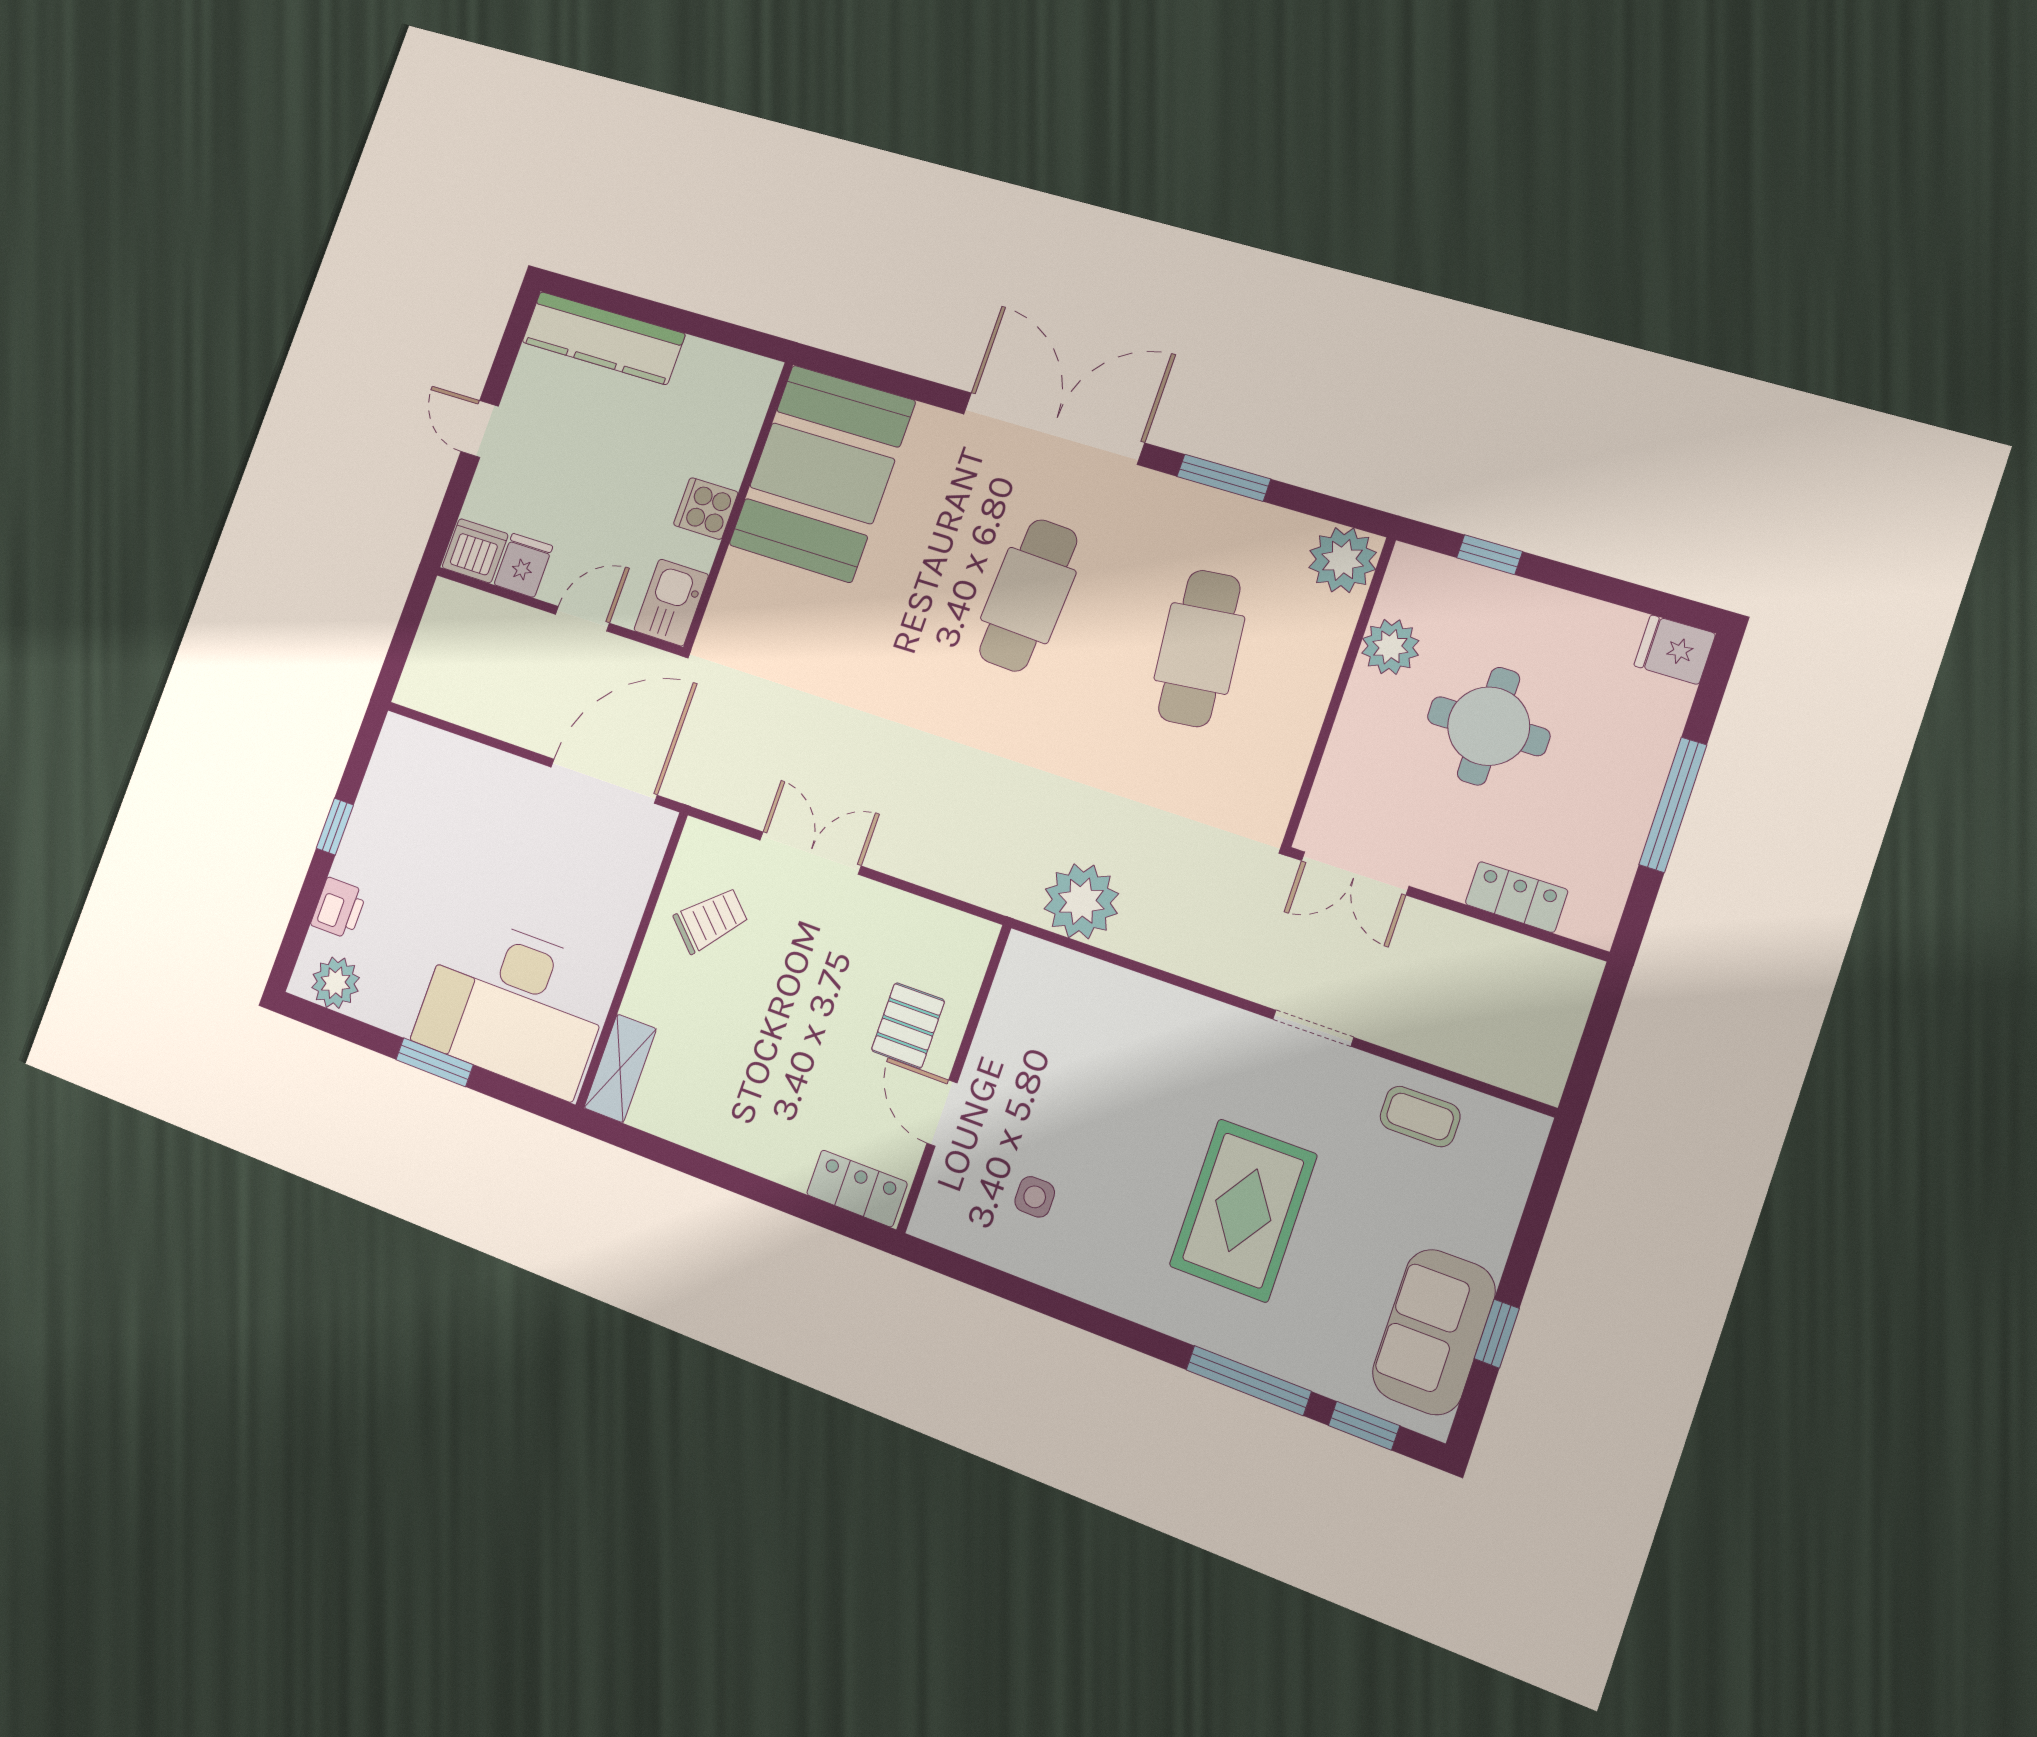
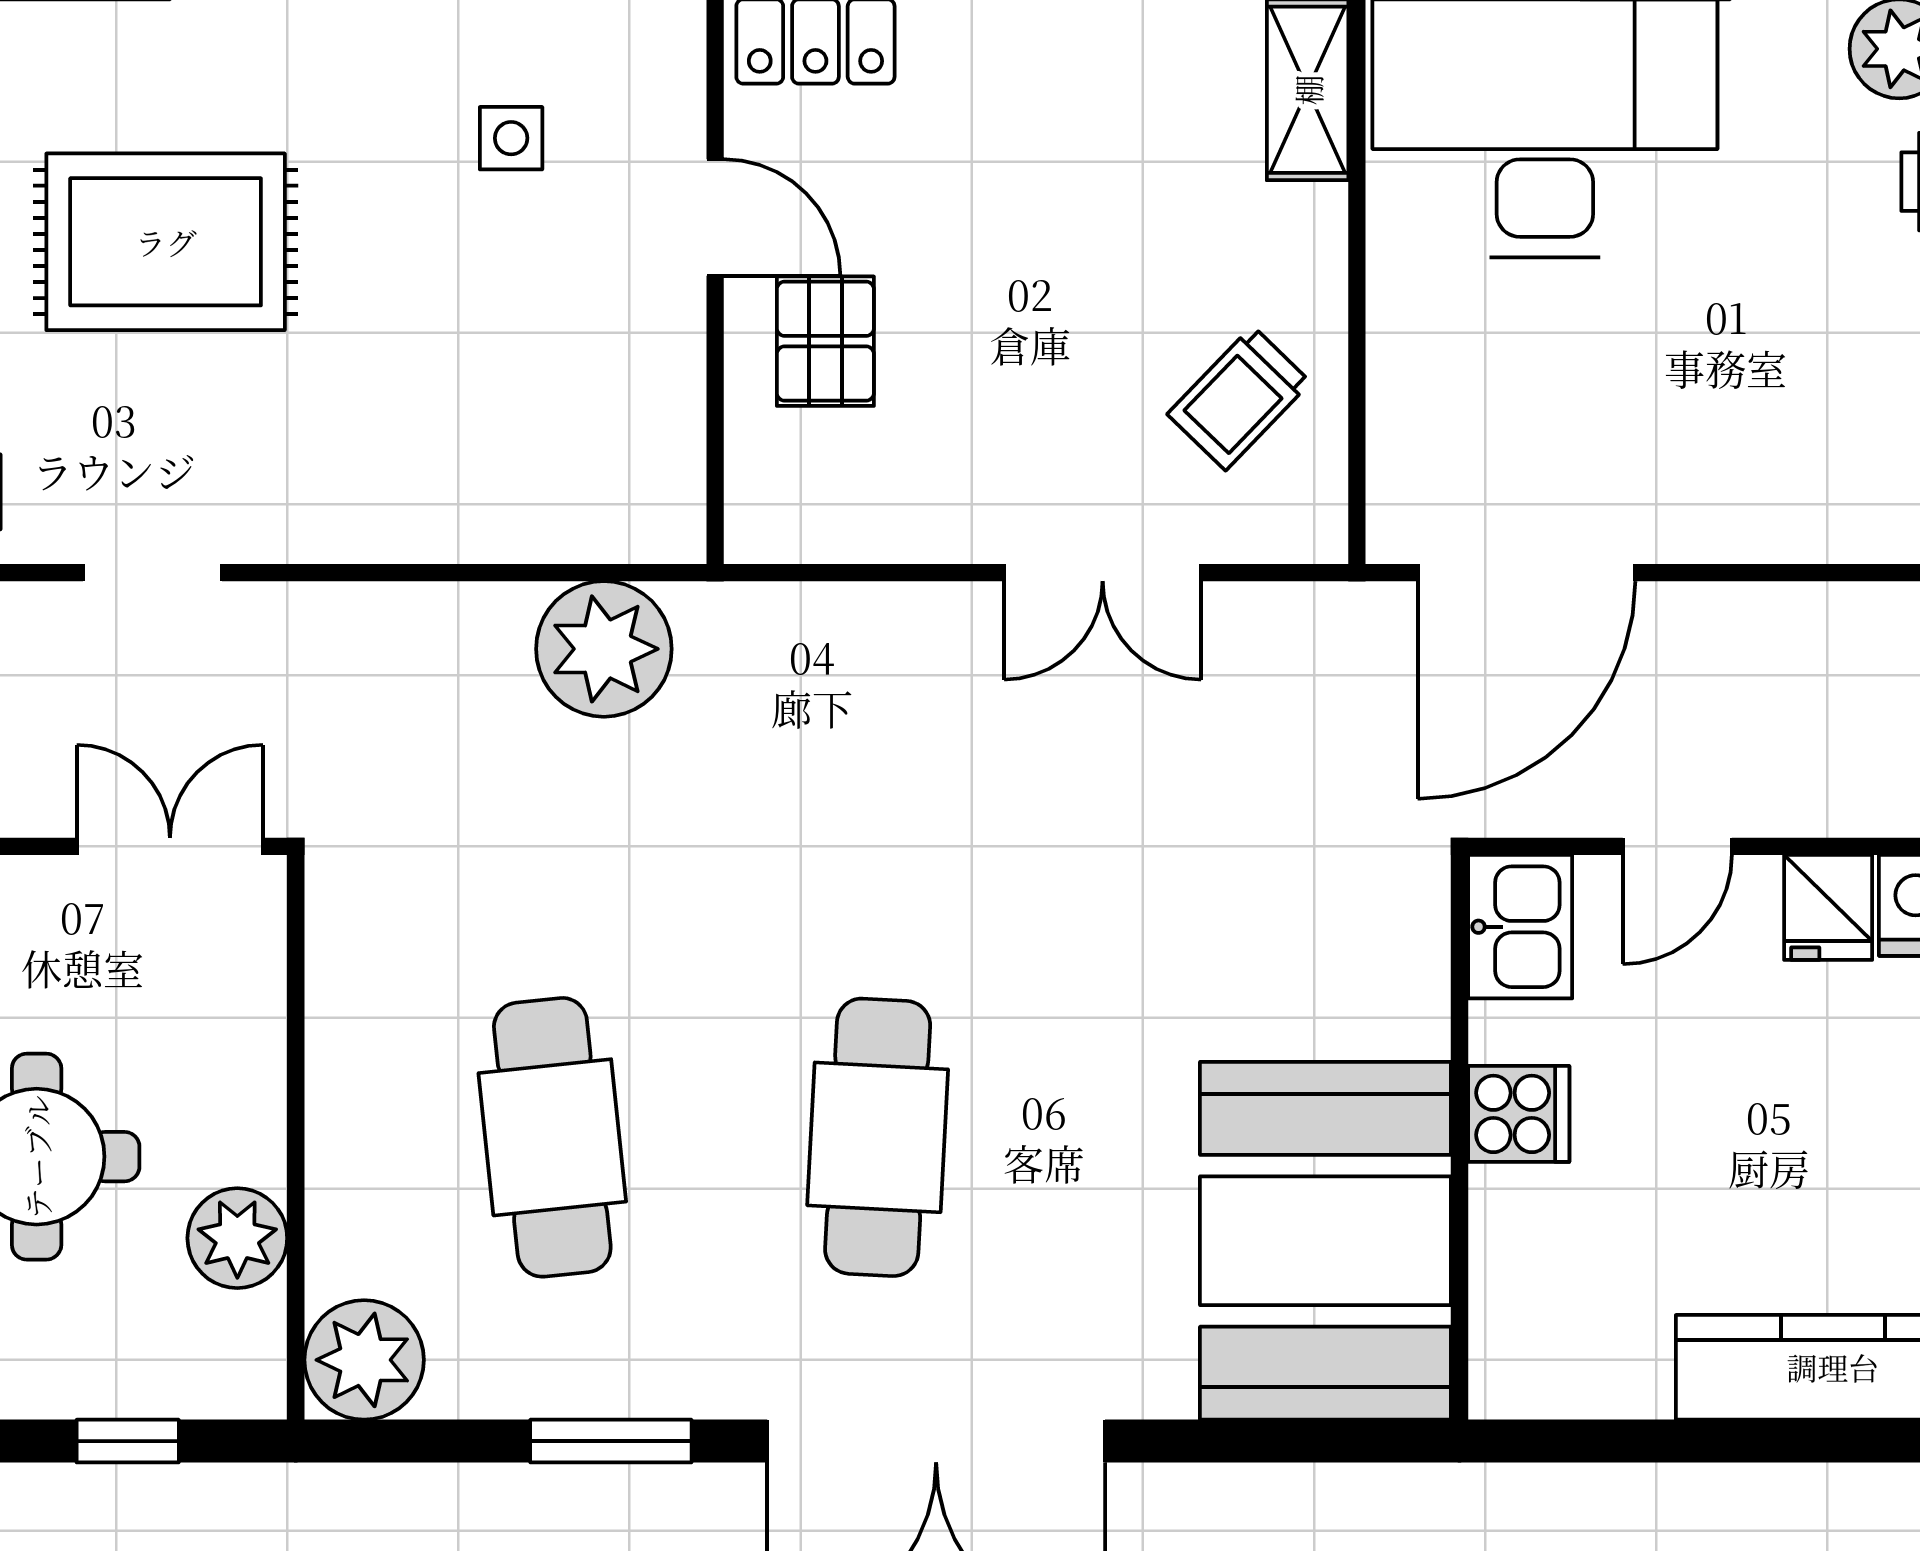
rug: (1243, 1210) -> (166, 242), turned 90

